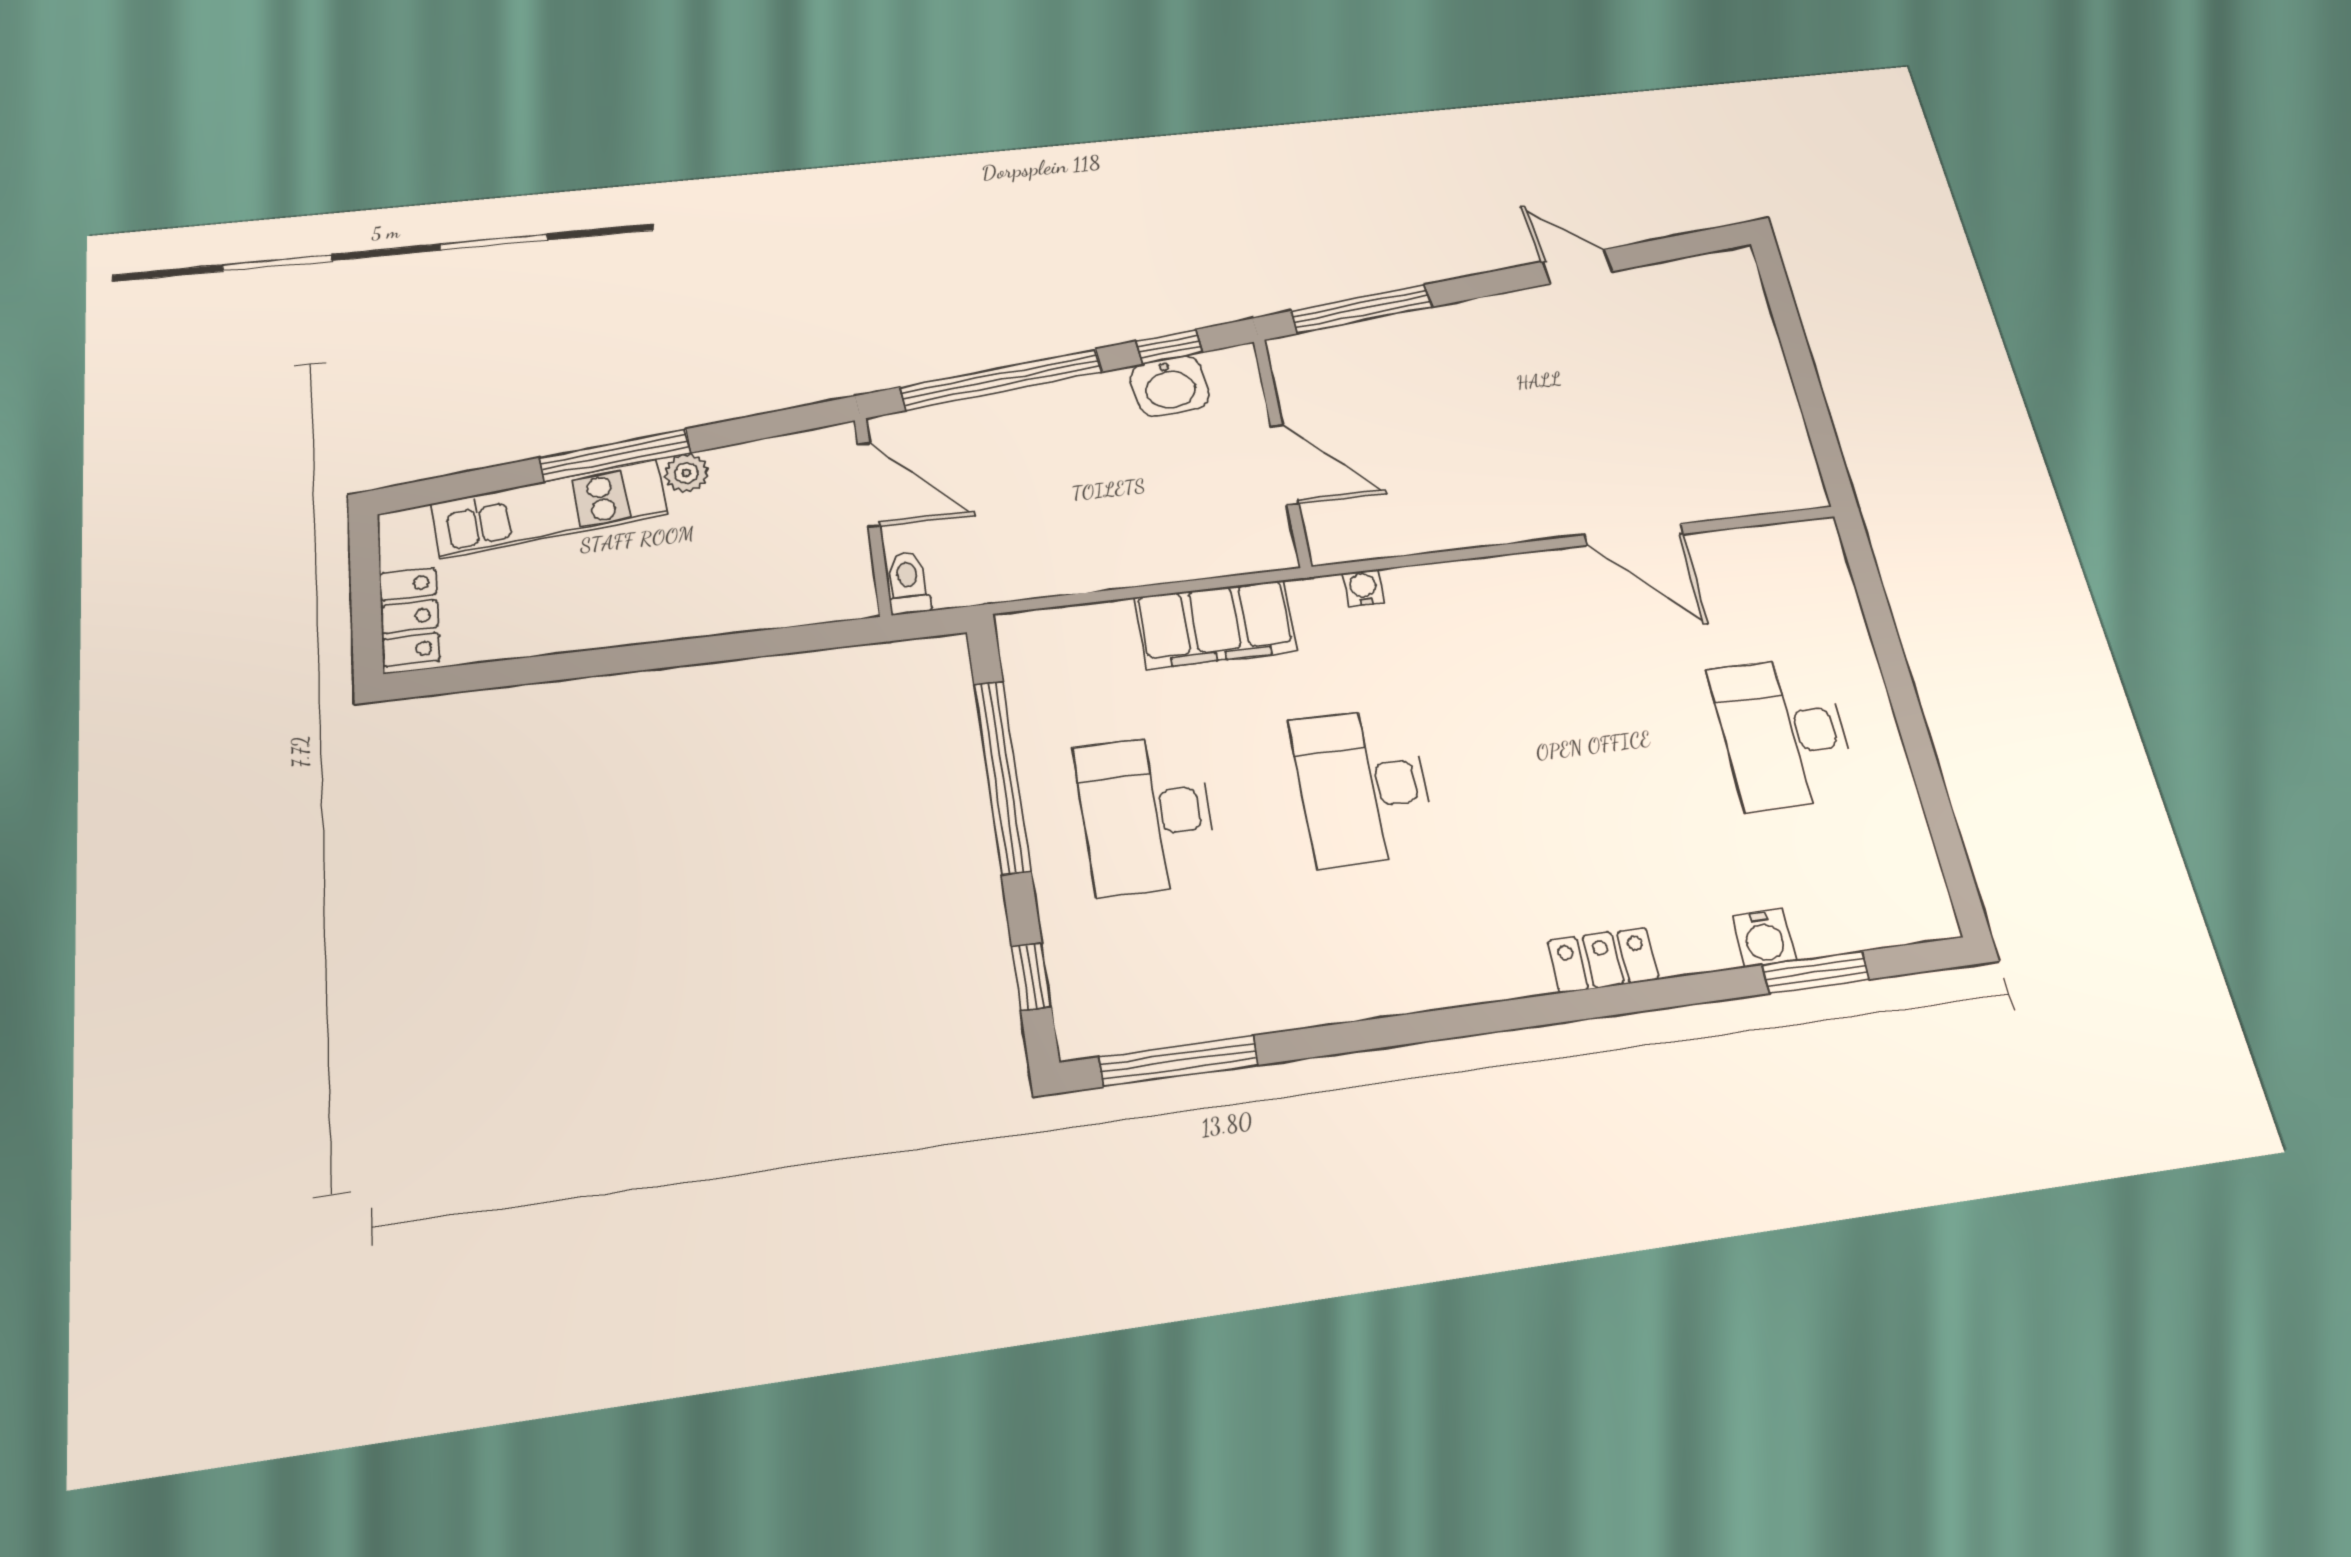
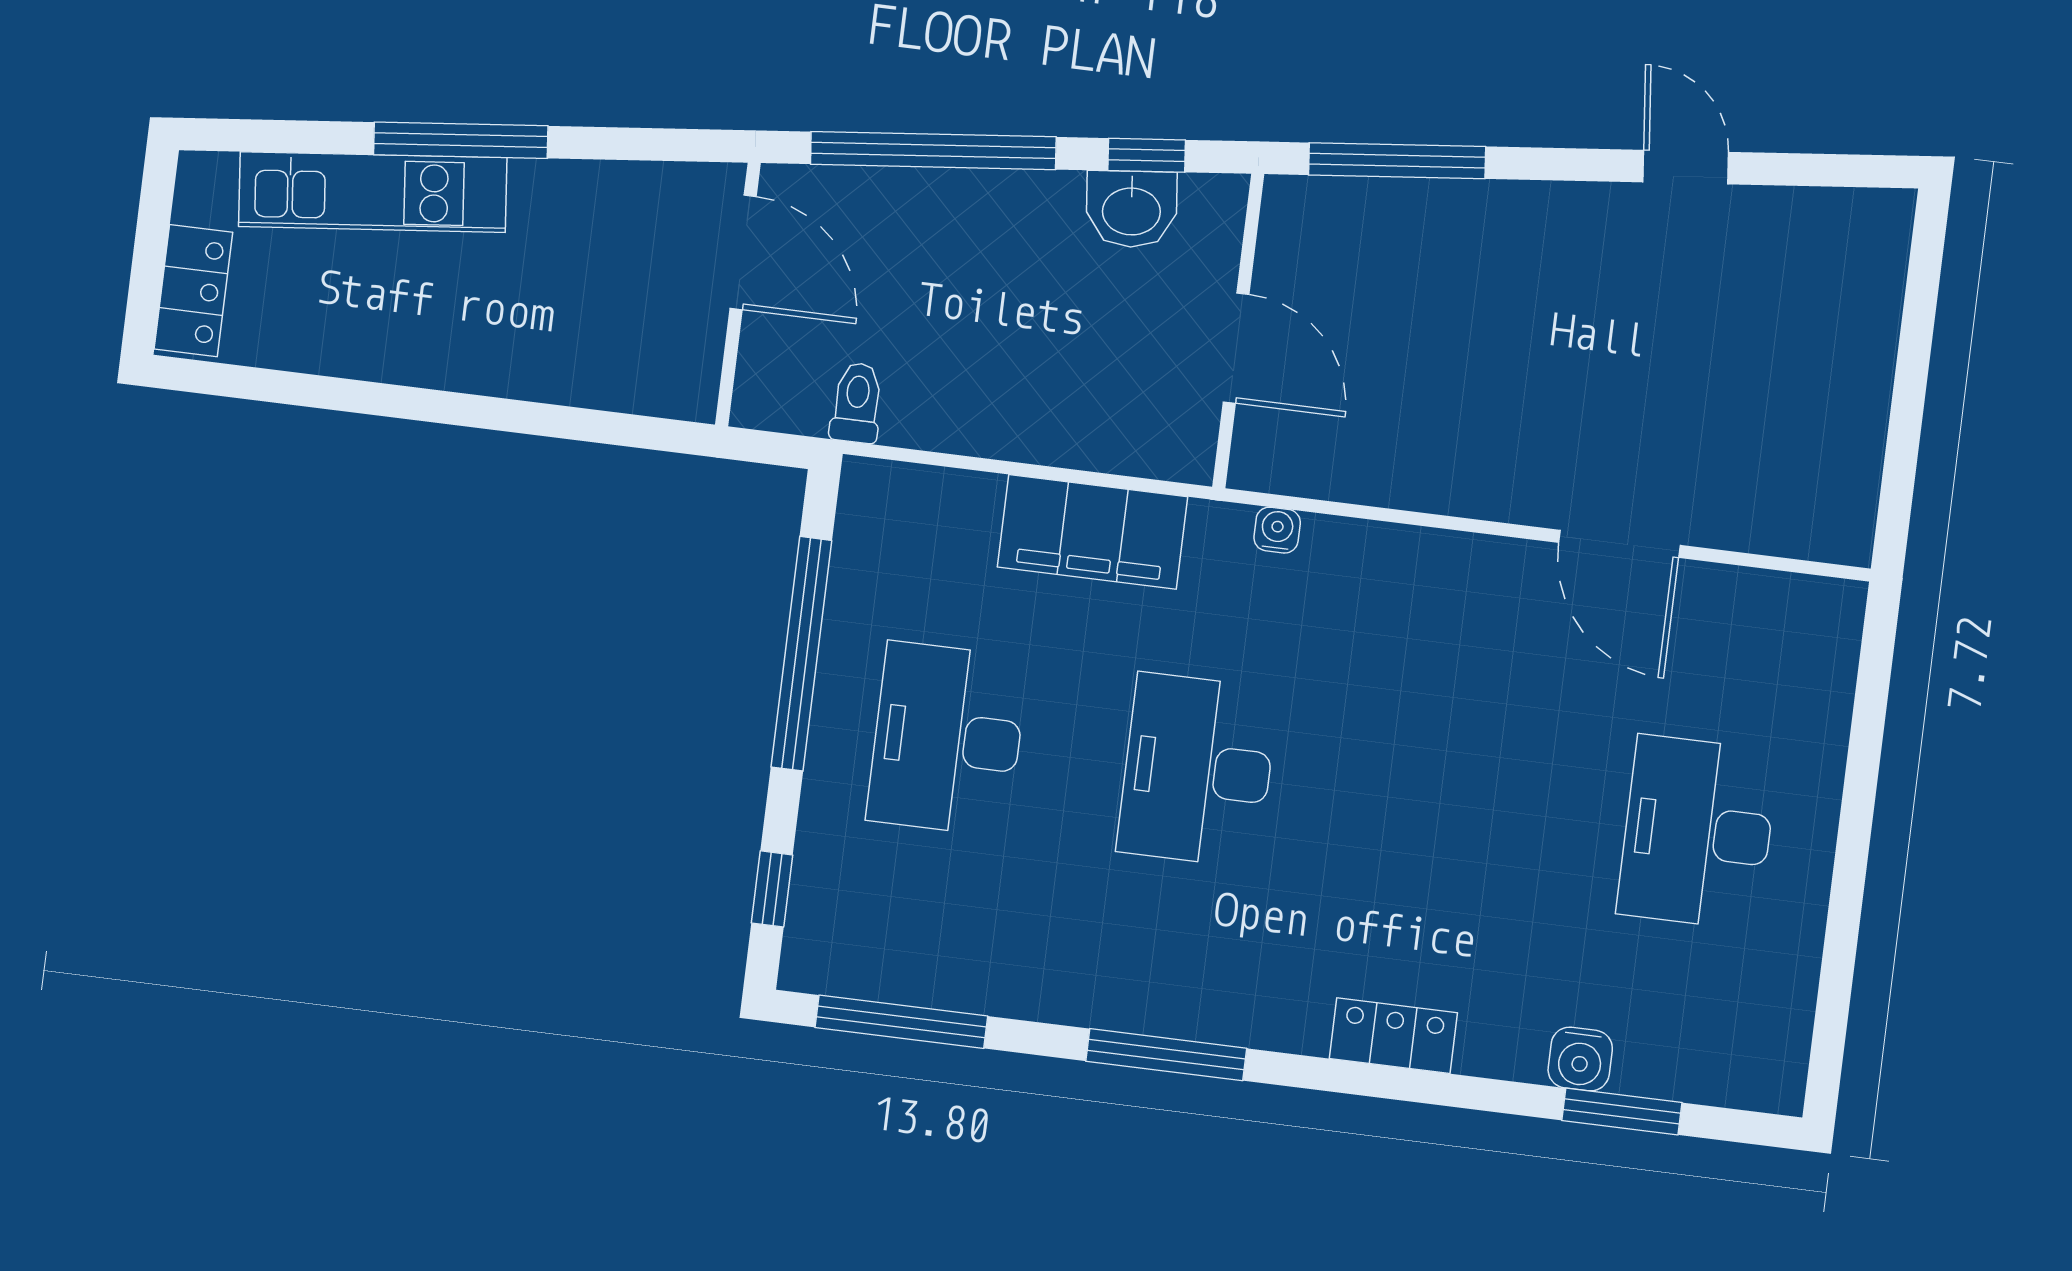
plant: (686, 473) -> (538, 184), removed
toilet: (908, 583) -> (857, 403), moved
window: (1417, 1028) -> (1166, 1055), added

